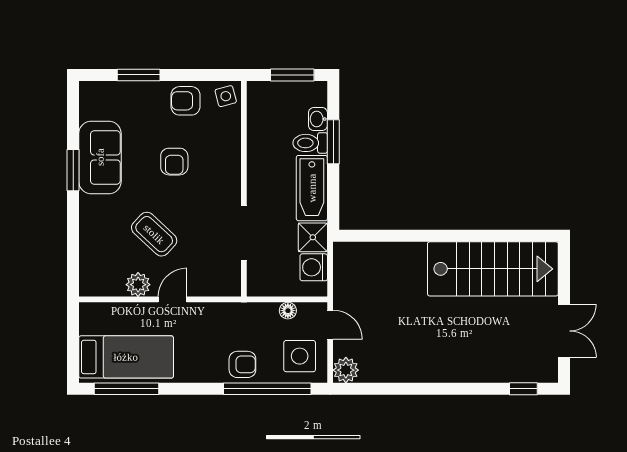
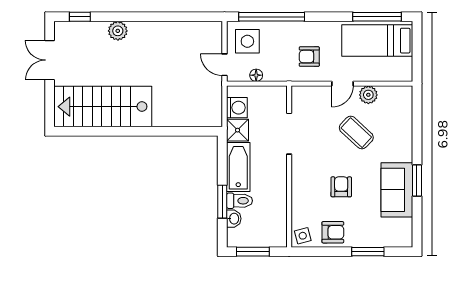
armchair: (242, 364) -> (309, 57), moved
plant: (346, 370) -> (118, 31), moved

